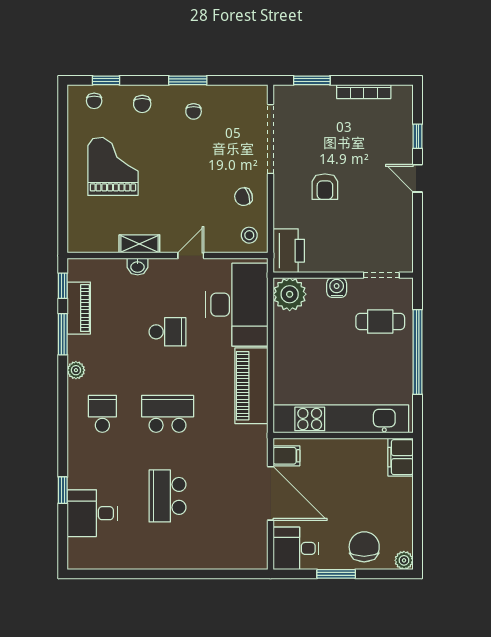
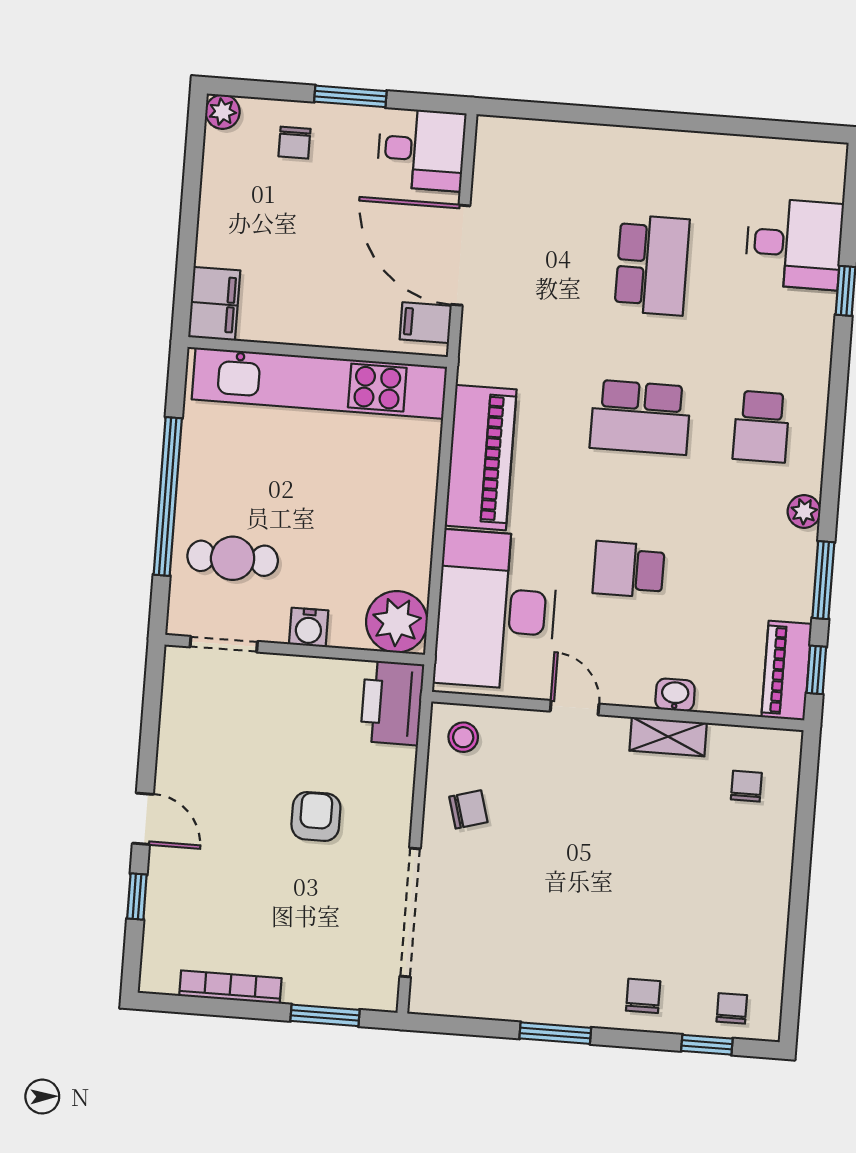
chair: (194, 111) -> (746, 786), moved
grand piano: (113, 166) -> (706, 884), removed
door: (191, 256) -> (575, 708), swing flipped
piano: (79, 308) -> (787, 671), moved
chair: (364, 547) -> (294, 143), width x0.54, depth x0.54

